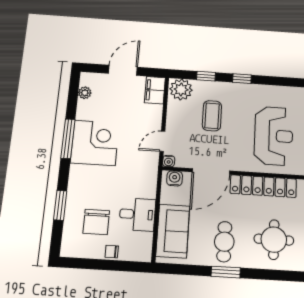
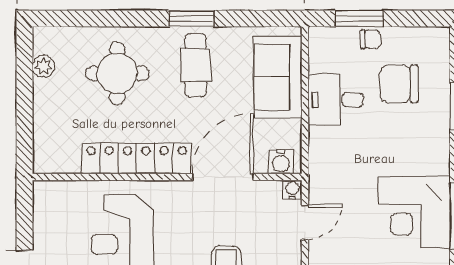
chair: (96, 222) -> (399, 84), turned -90
window: (118, 266) -> (359, 19), added

